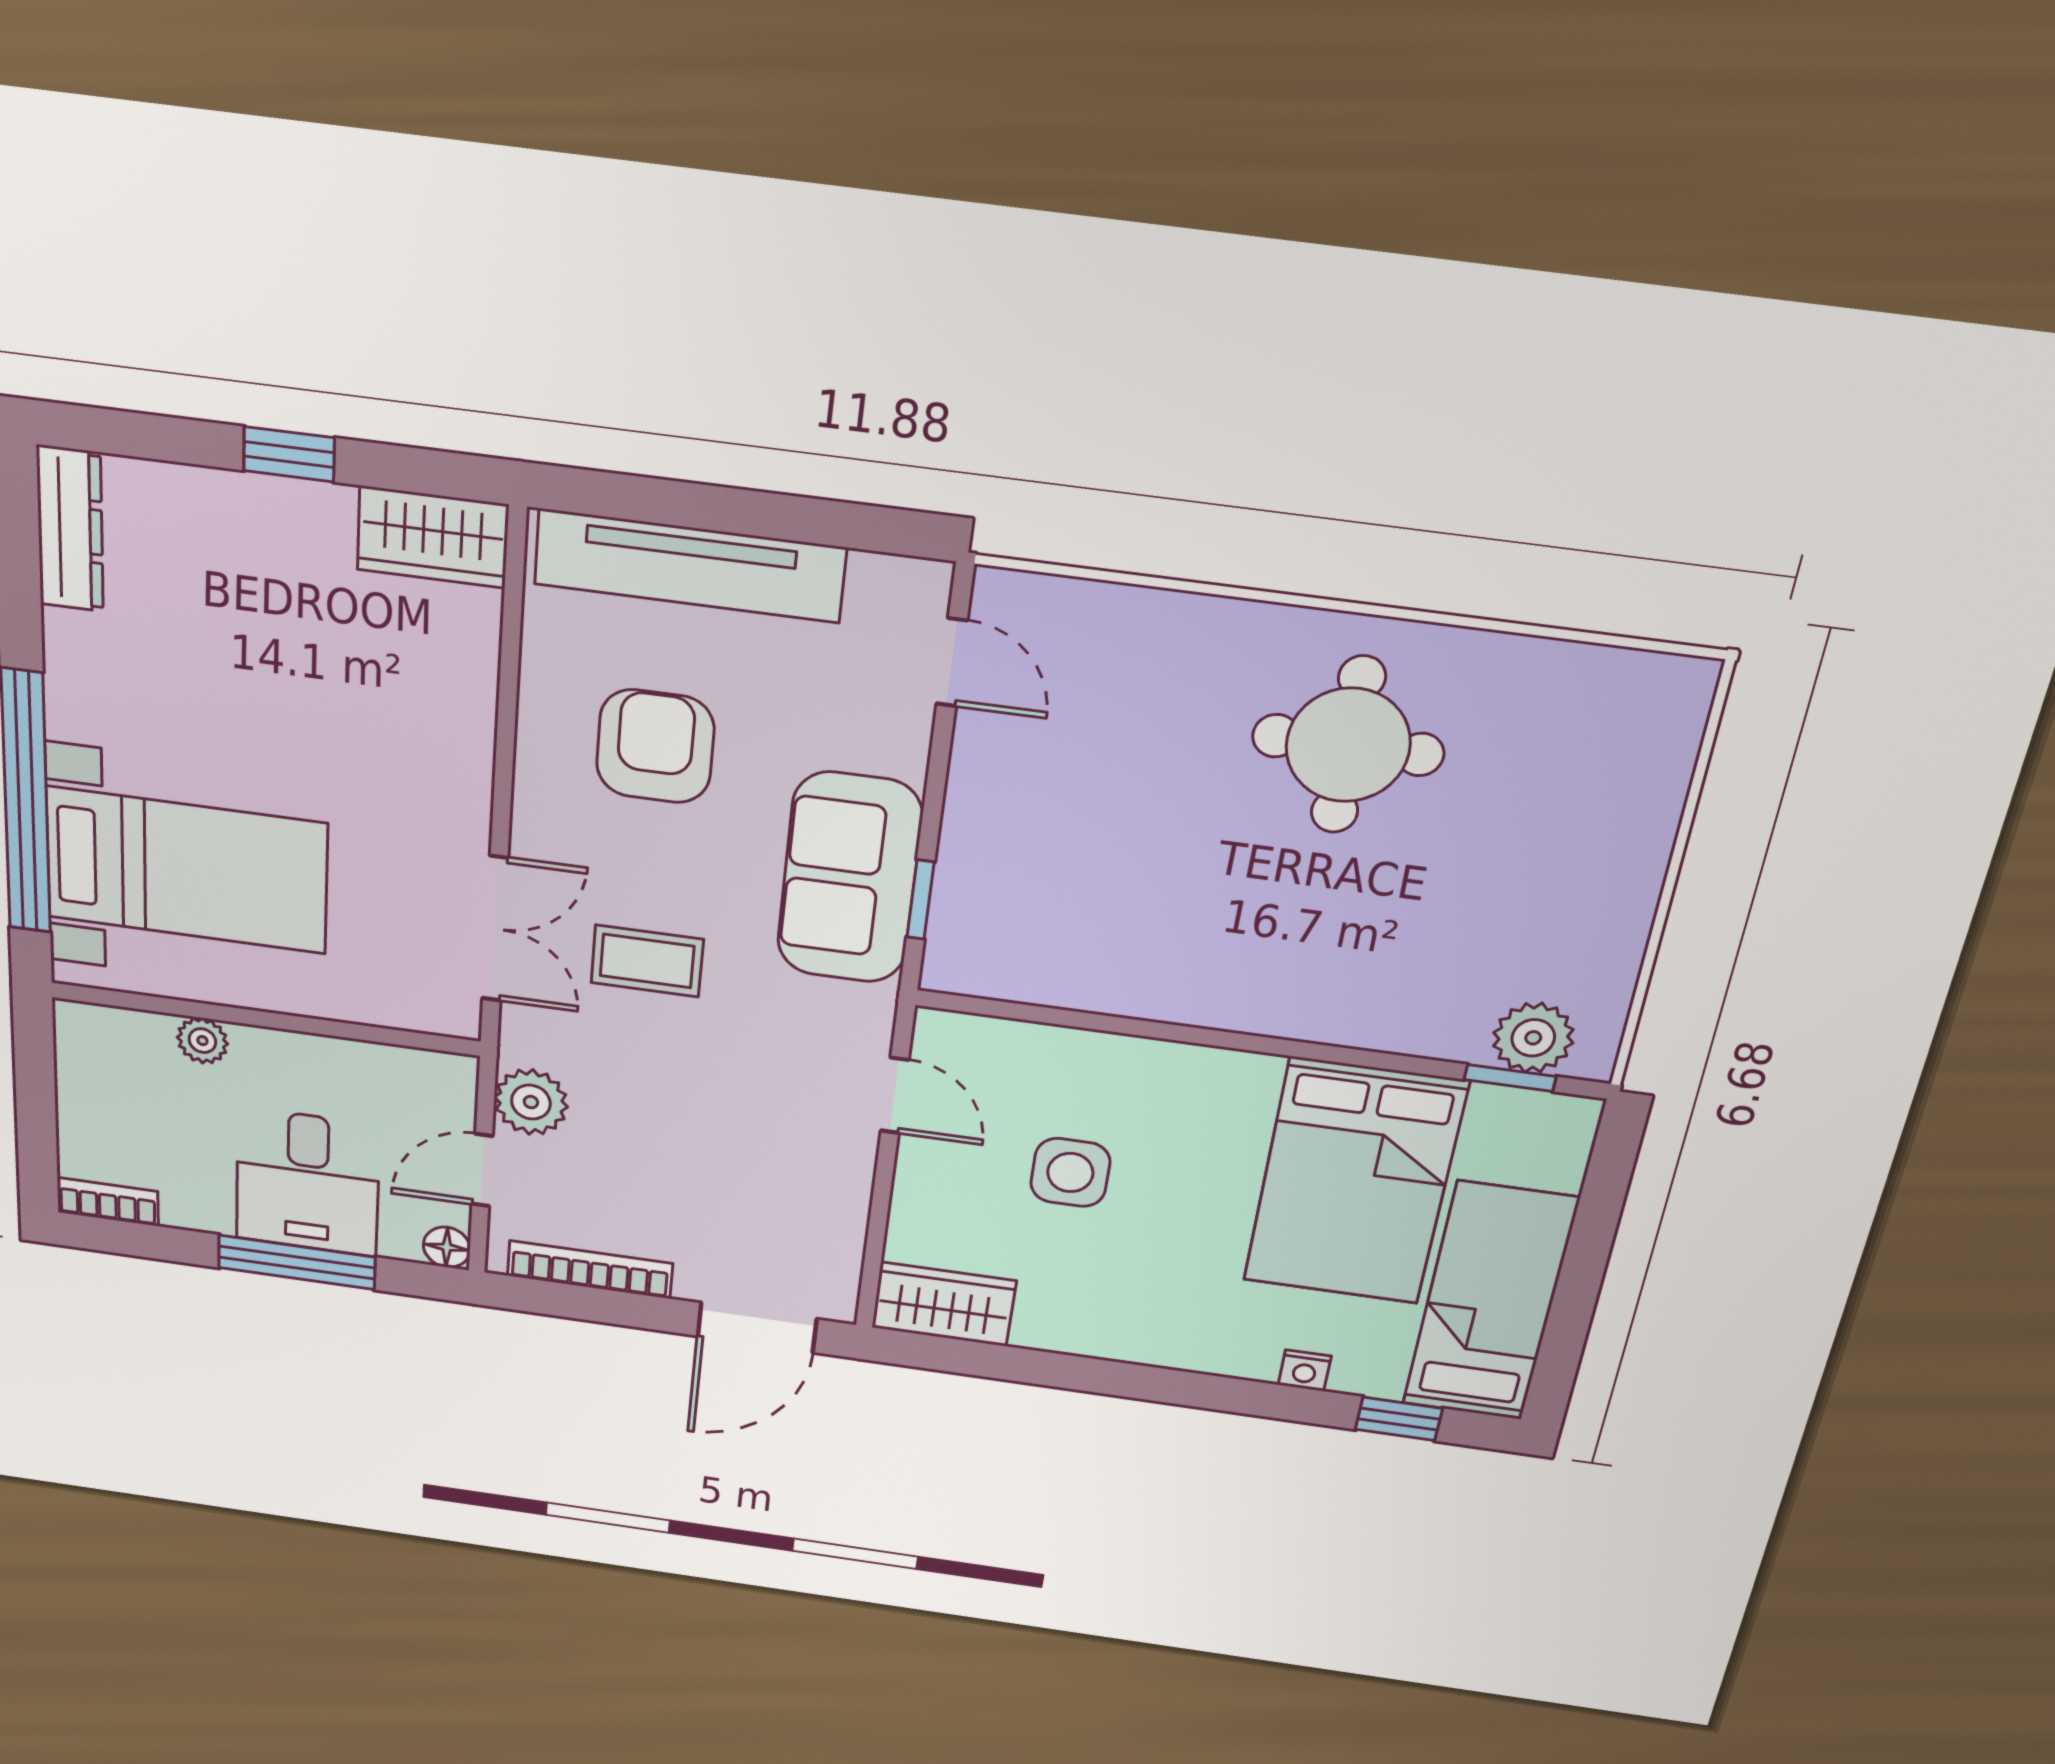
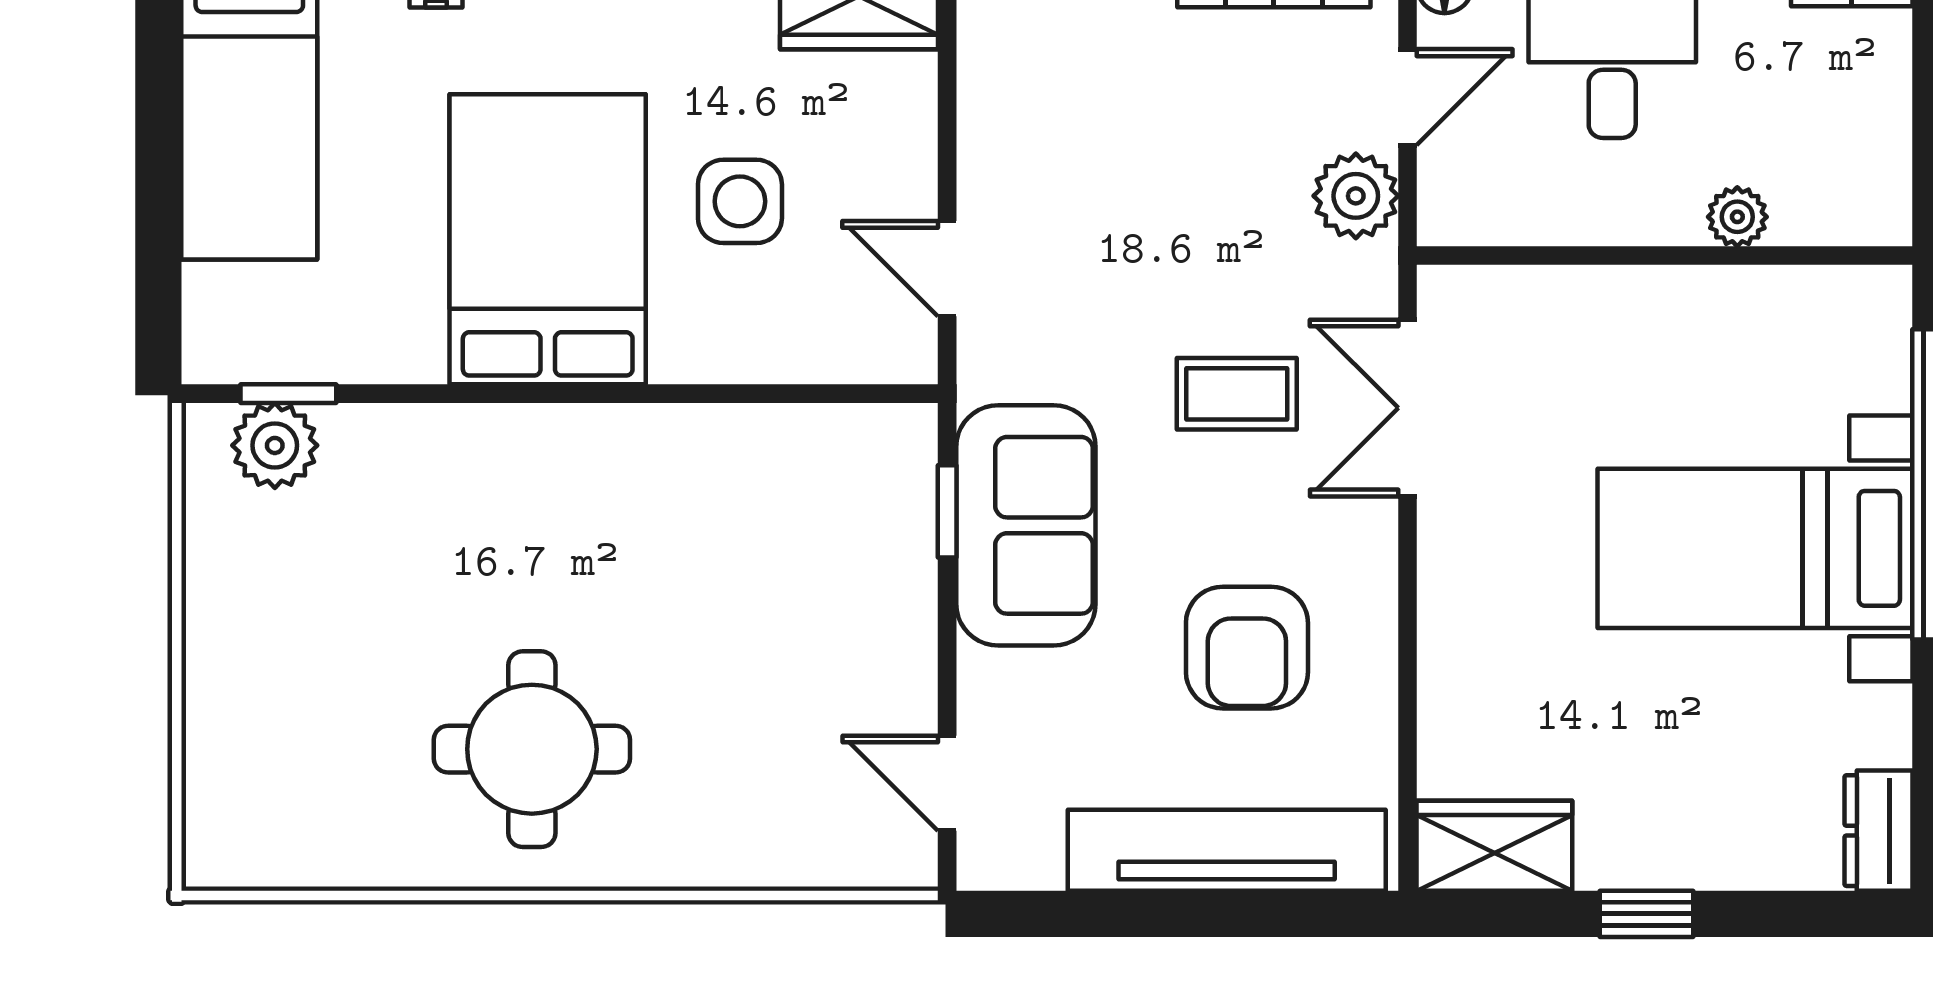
dresser: (70, 529) -> (1878, 831), width x0.70
bed with nightstands: (187, 870) -> (1755, 548), moved
bed: (1355, 1182) -> (548, 239), moved

